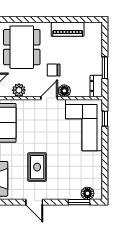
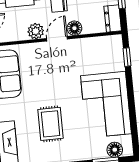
plant: (19, 90) -> (36, 31), moved
corner sofa: (84, 125) -> (106, 105), moved

